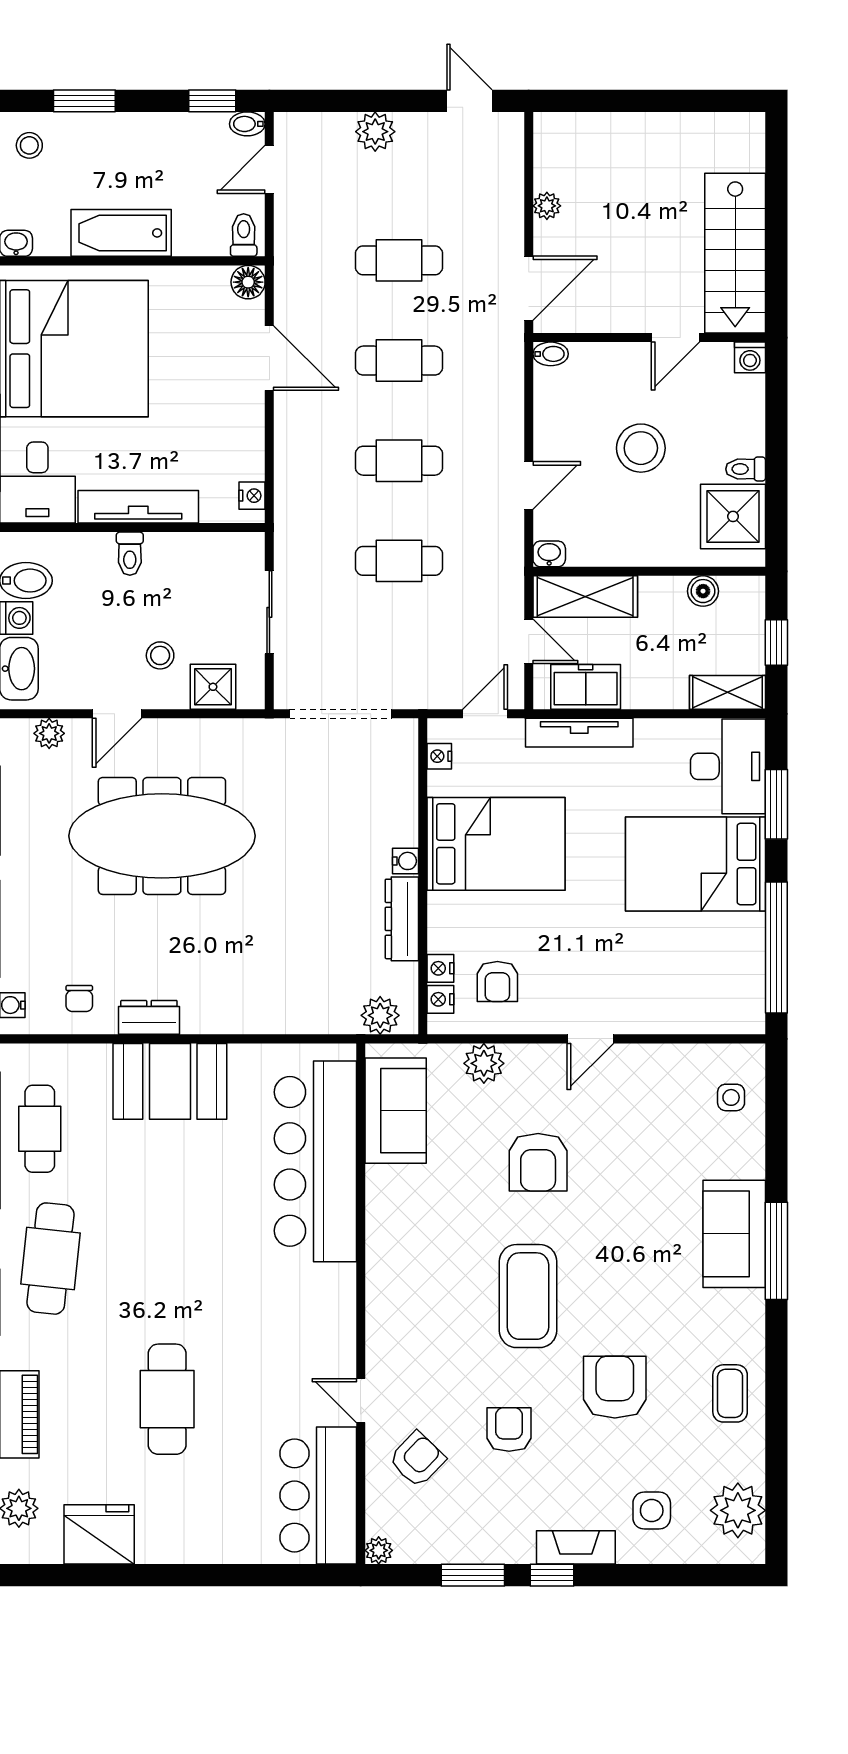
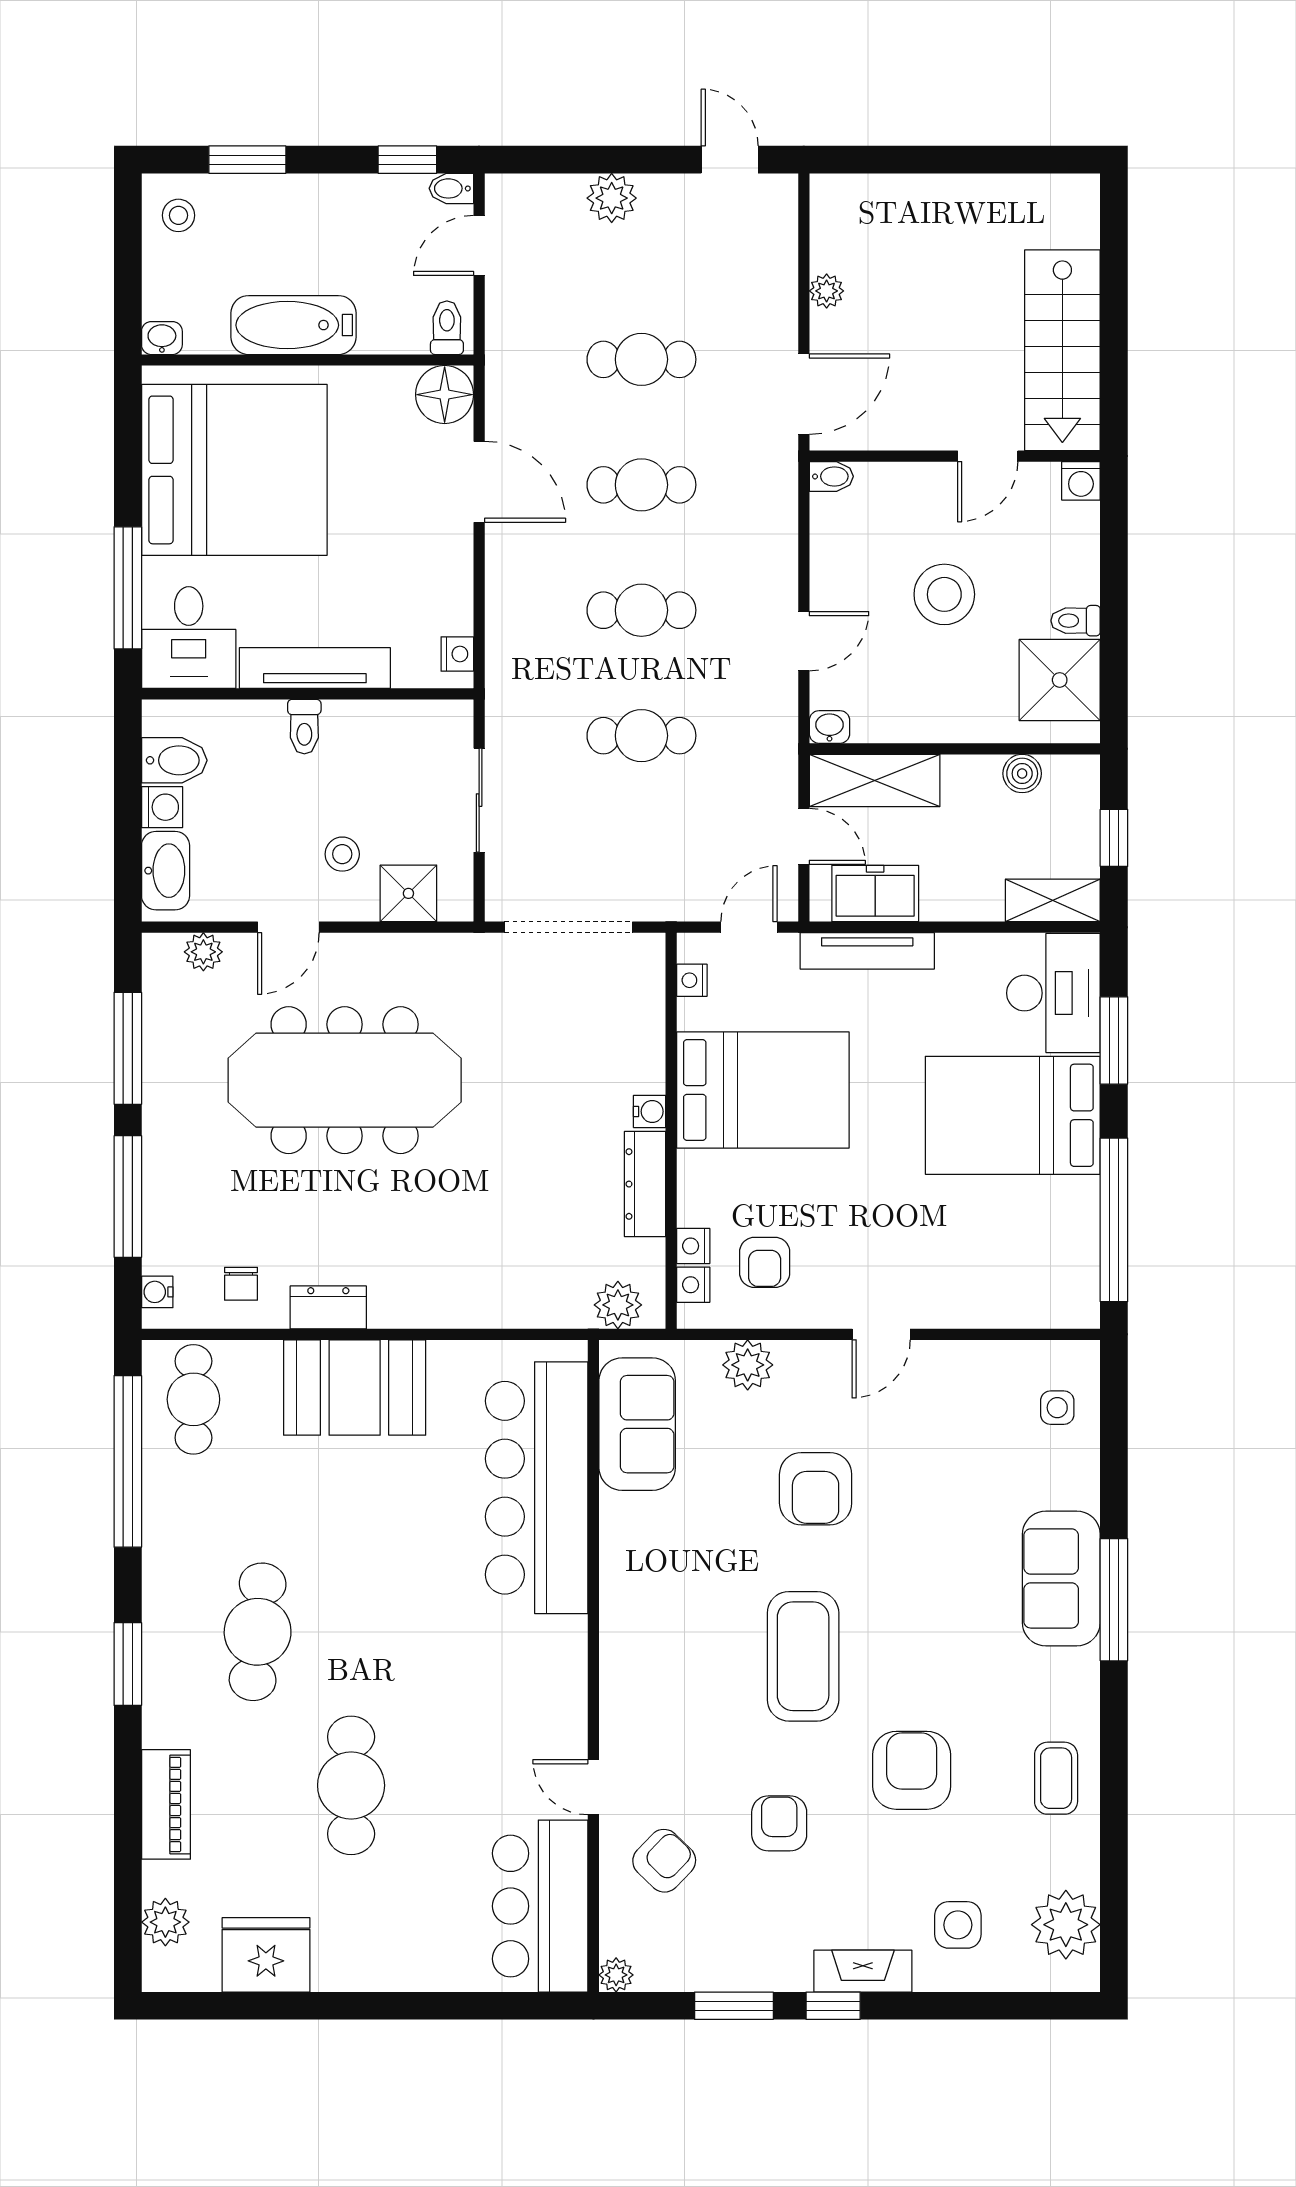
floor lamp: (248, 282) -> (445, 395), width x1.38, depth x1.38
cafe table: (40, 1129) -> (193, 1399), moved
cafe table: (50, 1259) -> (258, 1632), moved

